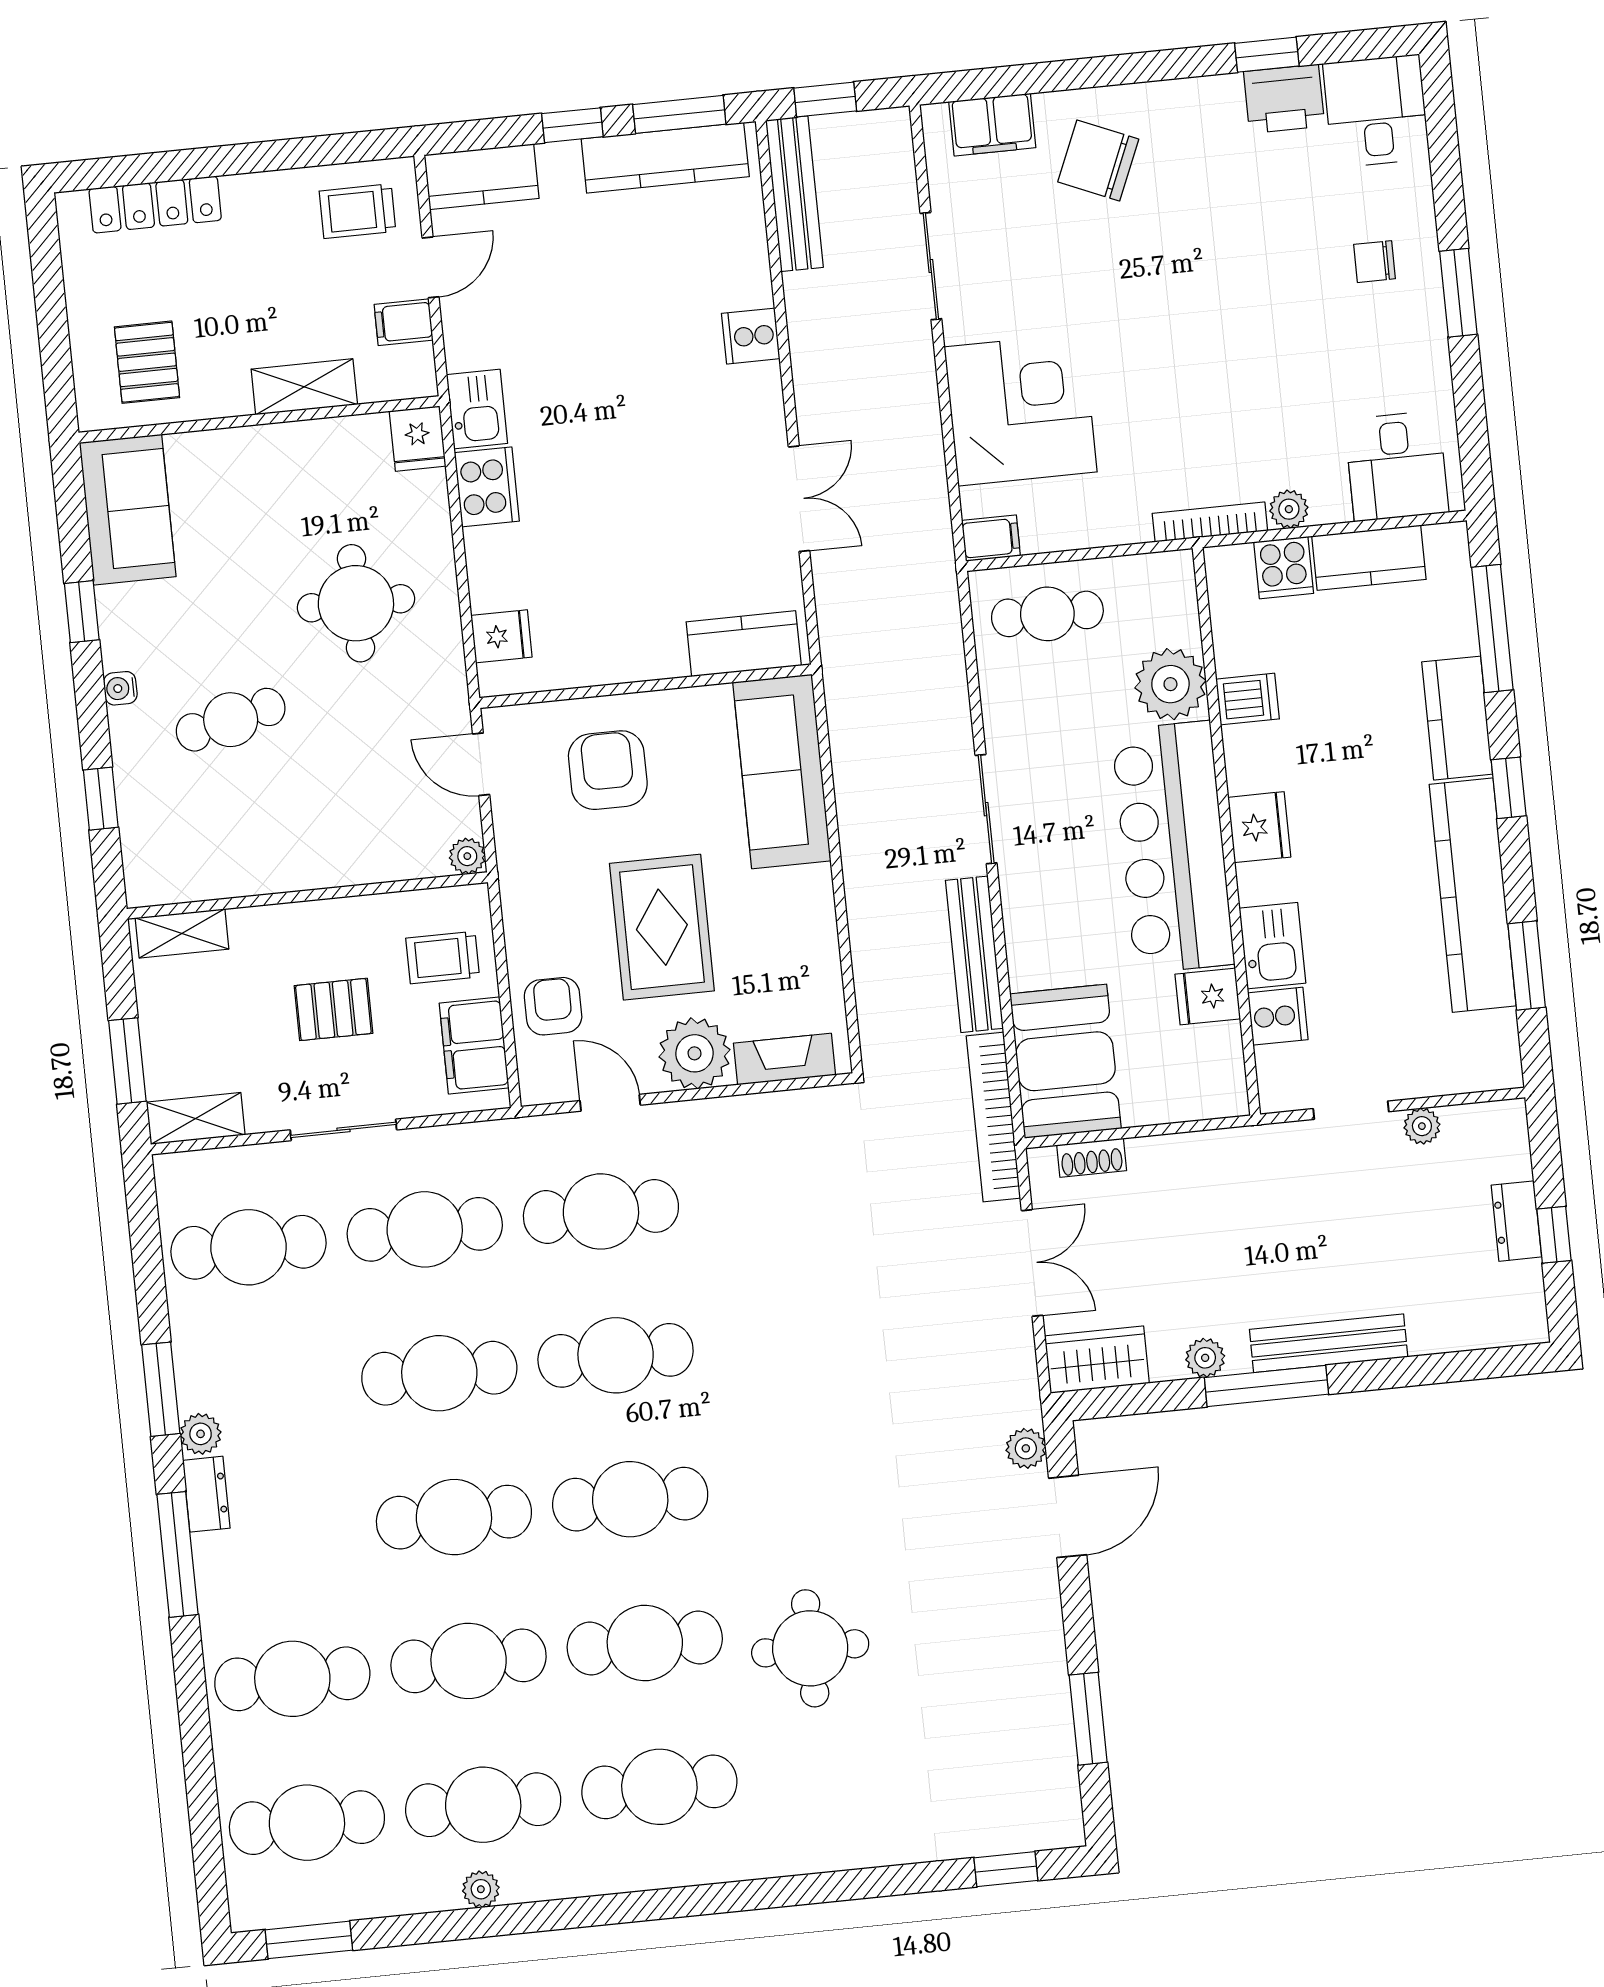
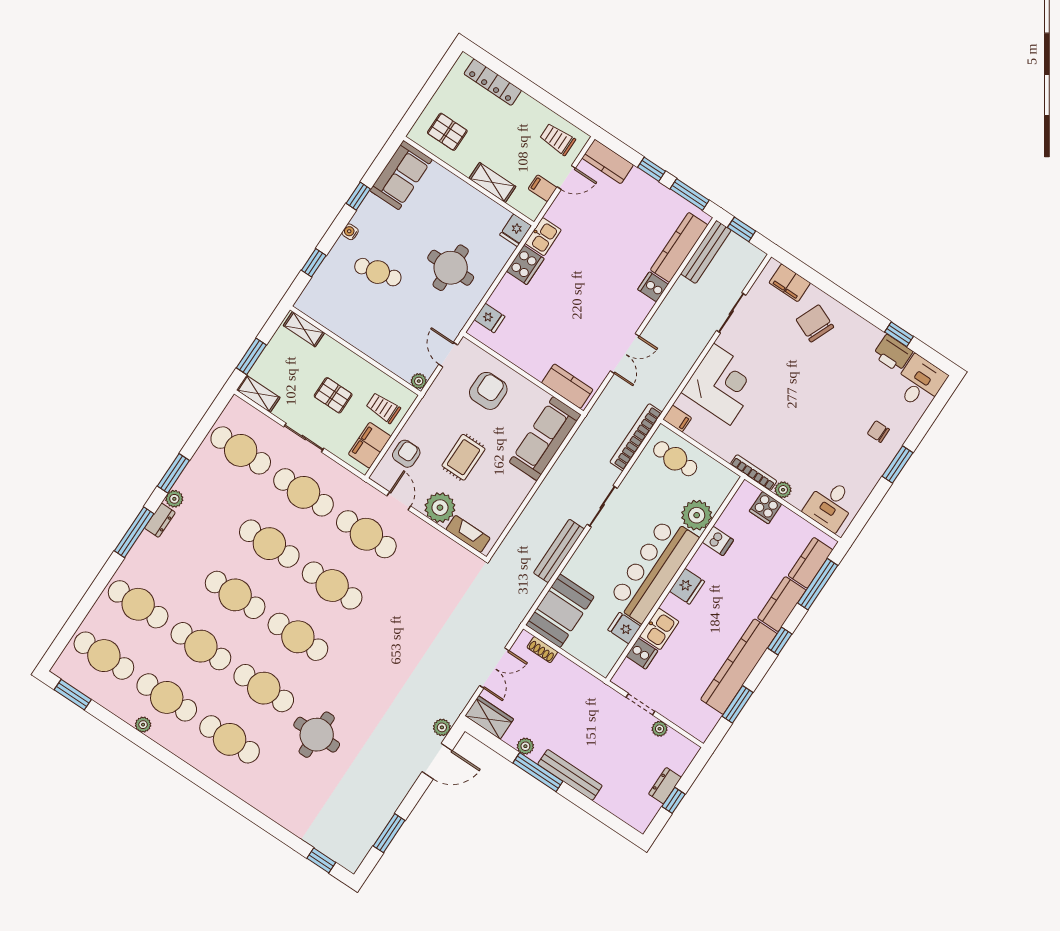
kitchen counter: (665, 158) -> (679, 247), moved, turned 90
pallet: (147, 362) -> (447, 132), turned 90
kitchen counter: (1369, 558) -> (810, 563), moved, turned 90
rug: (662, 927) -> (463, 457), width x0.73, depth x0.70
bookcase: (993, 1117) -> (636, 437), moved

